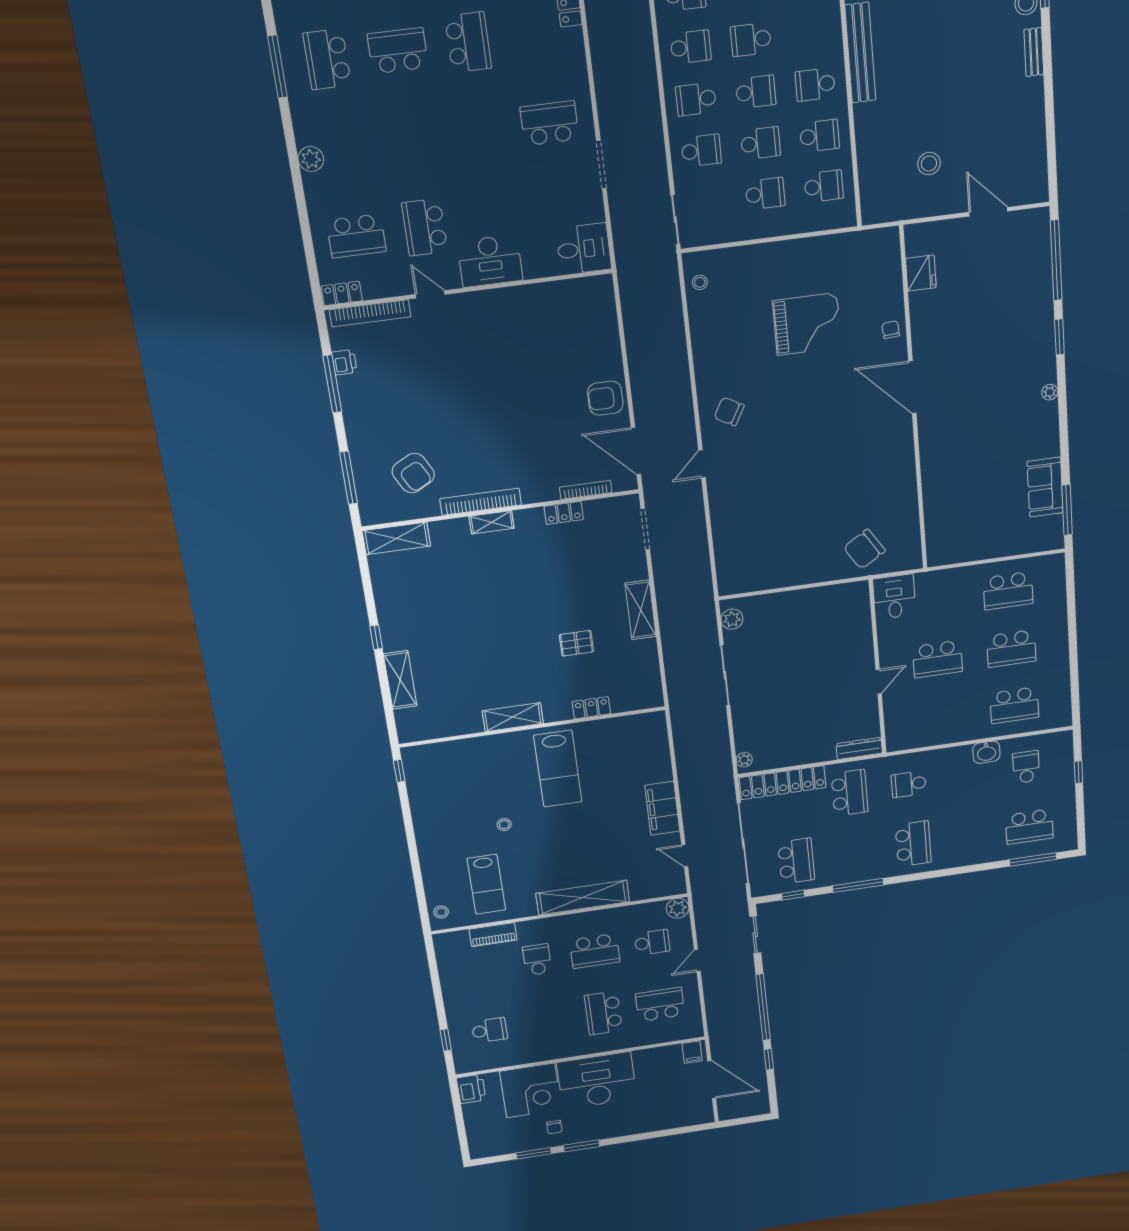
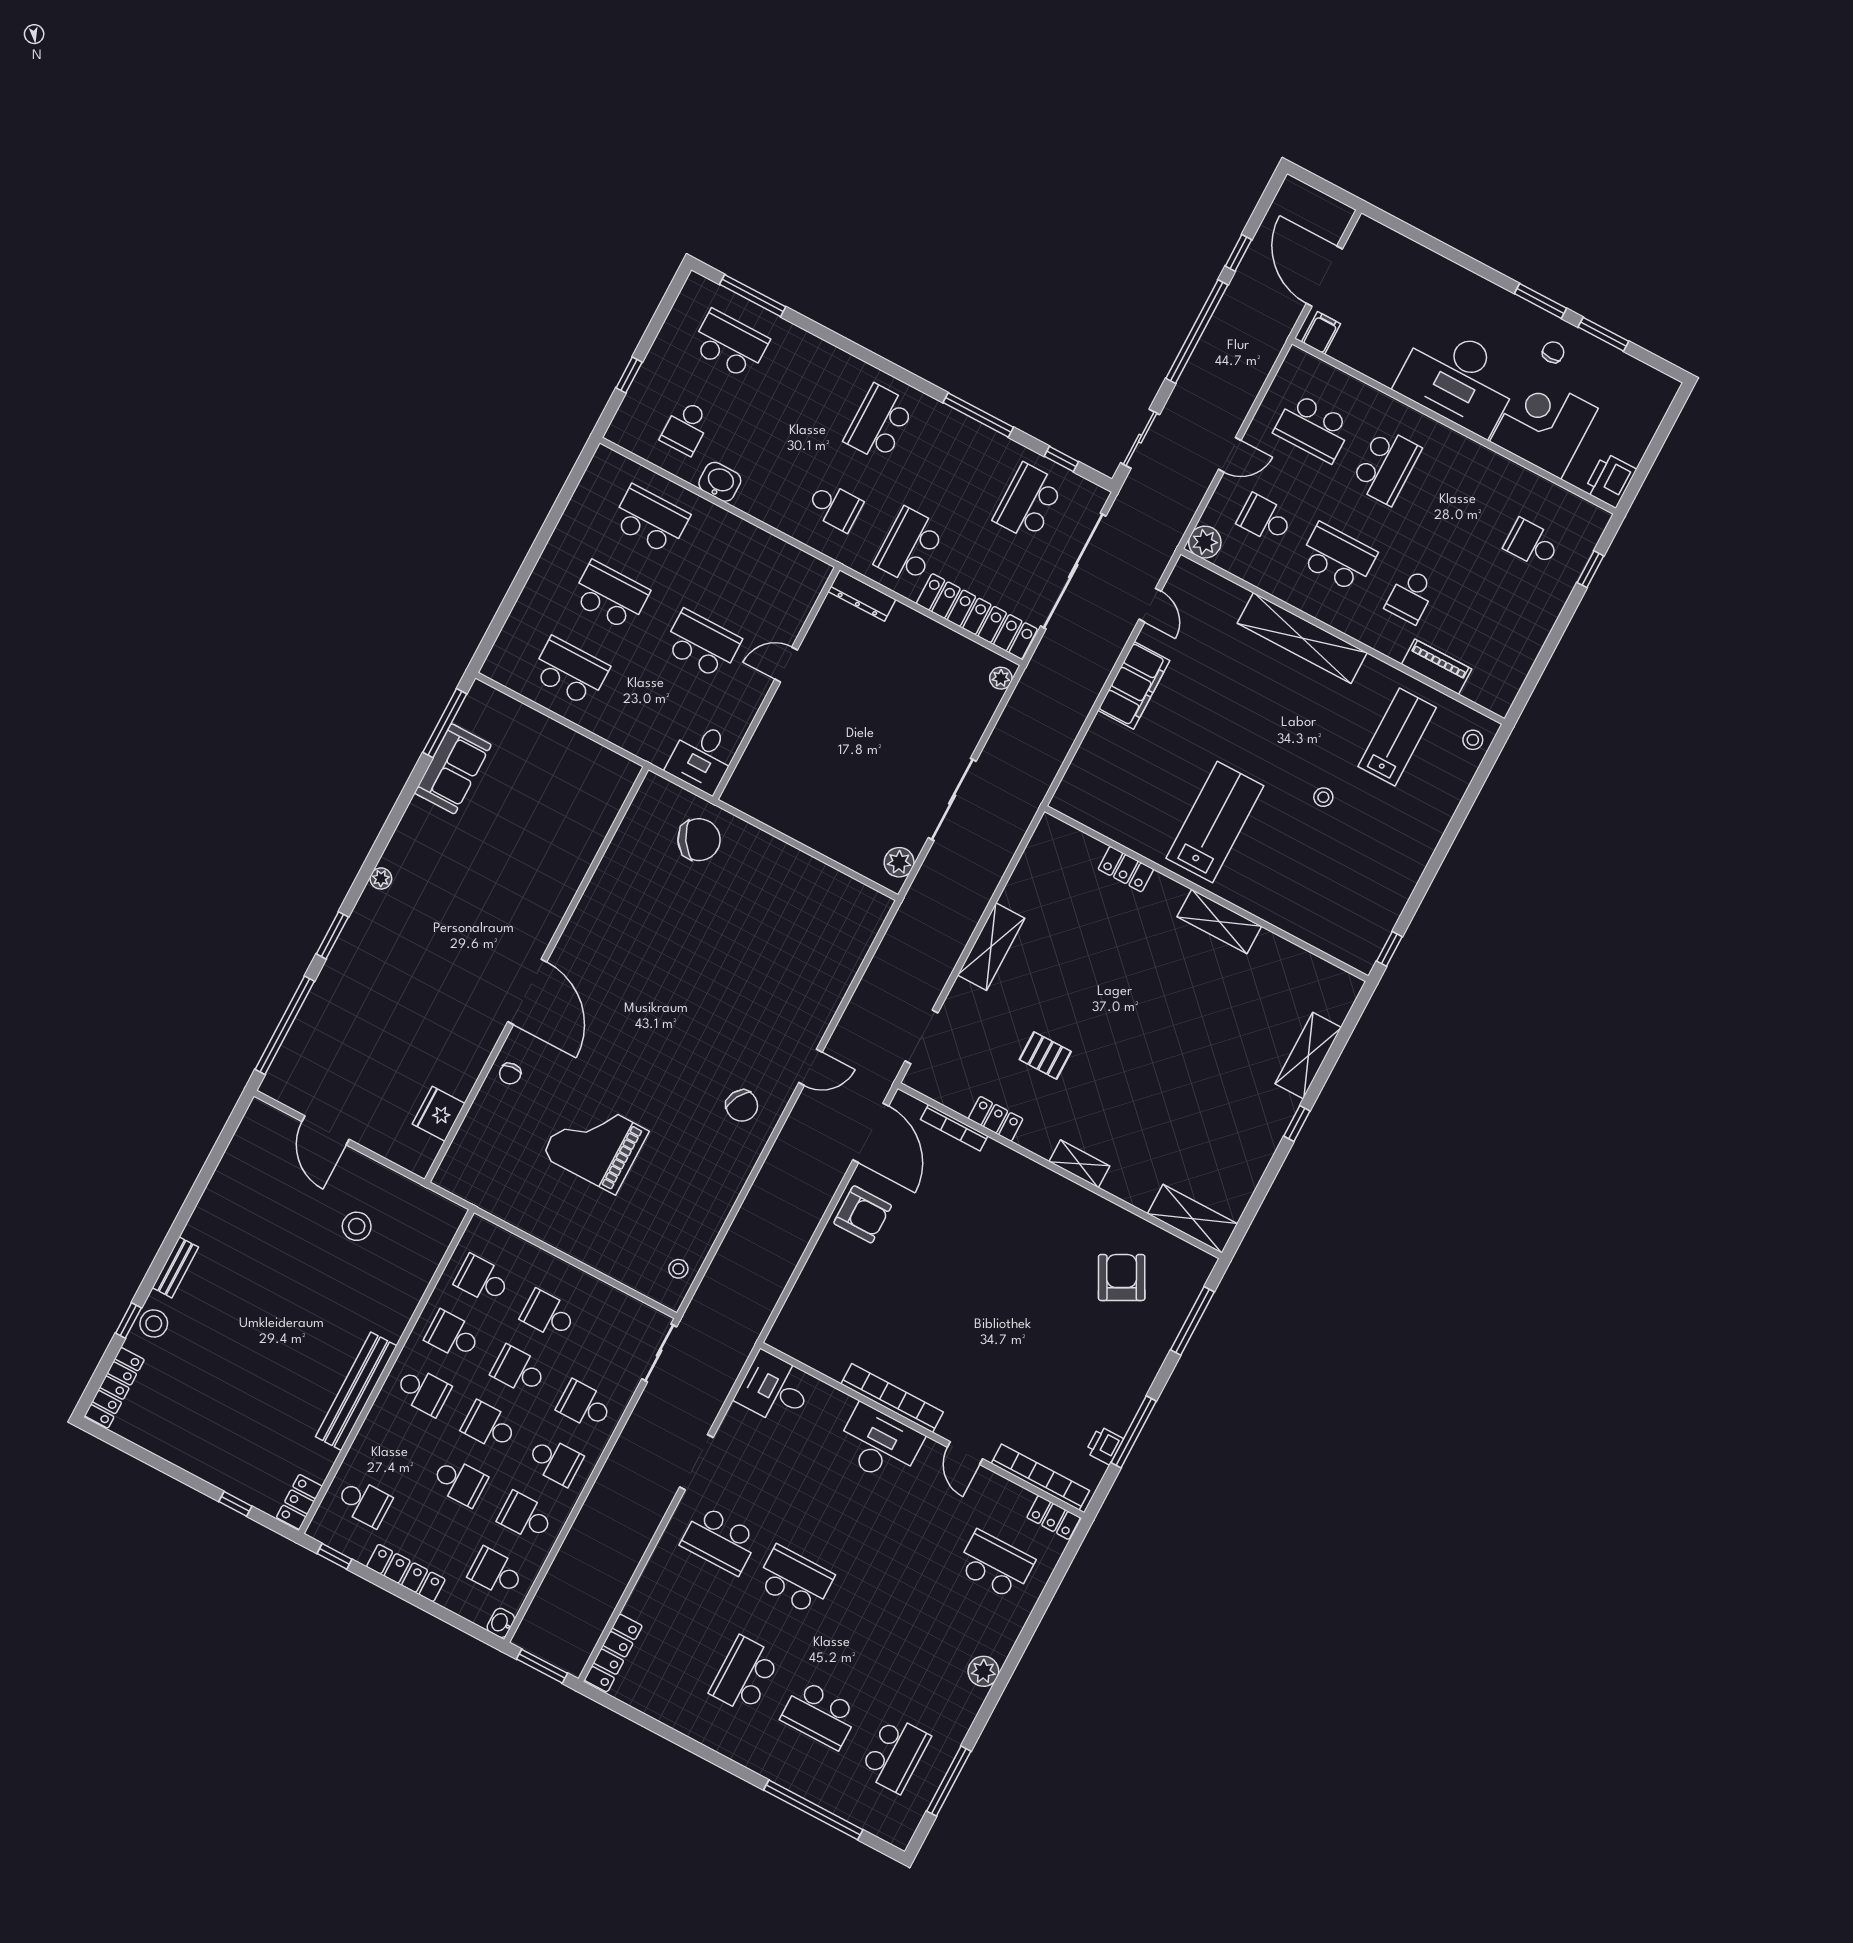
school desk: (425, 227) -> (795, 1580), moved, turned -90
bookcase: (481, 502) -> (892, 1398), moved, turned 180
pallet: (576, 643) -> (1045, 1056), moved

